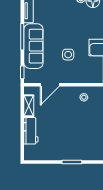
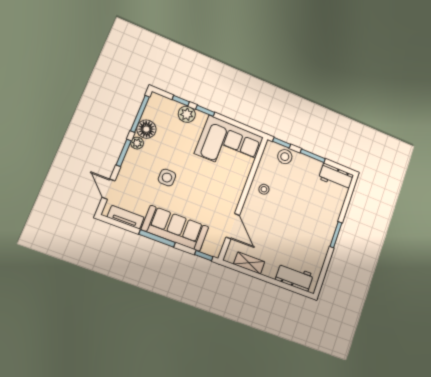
side table: (68, 55) -> (167, 178), moved
workbench: (31, 131) -> (294, 277), moved

